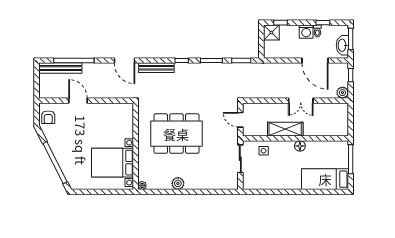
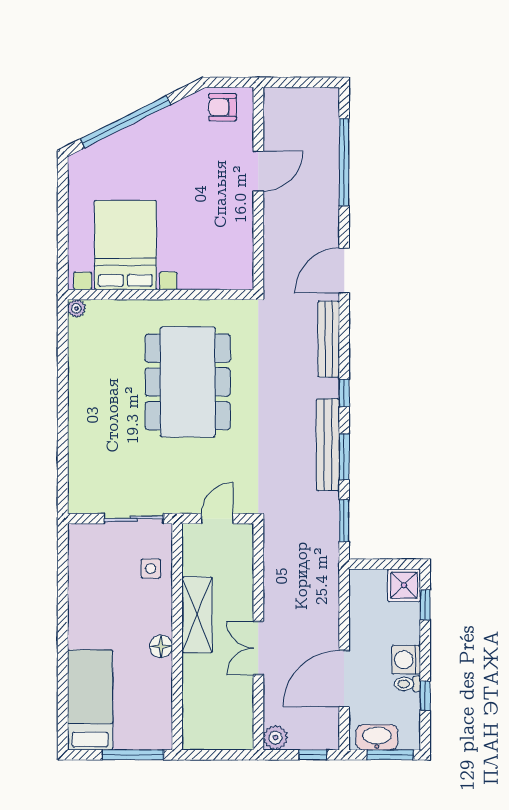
bench: (60, 68) -> (328, 445), moved
plant: (178, 183) -> (81, 385), removed

